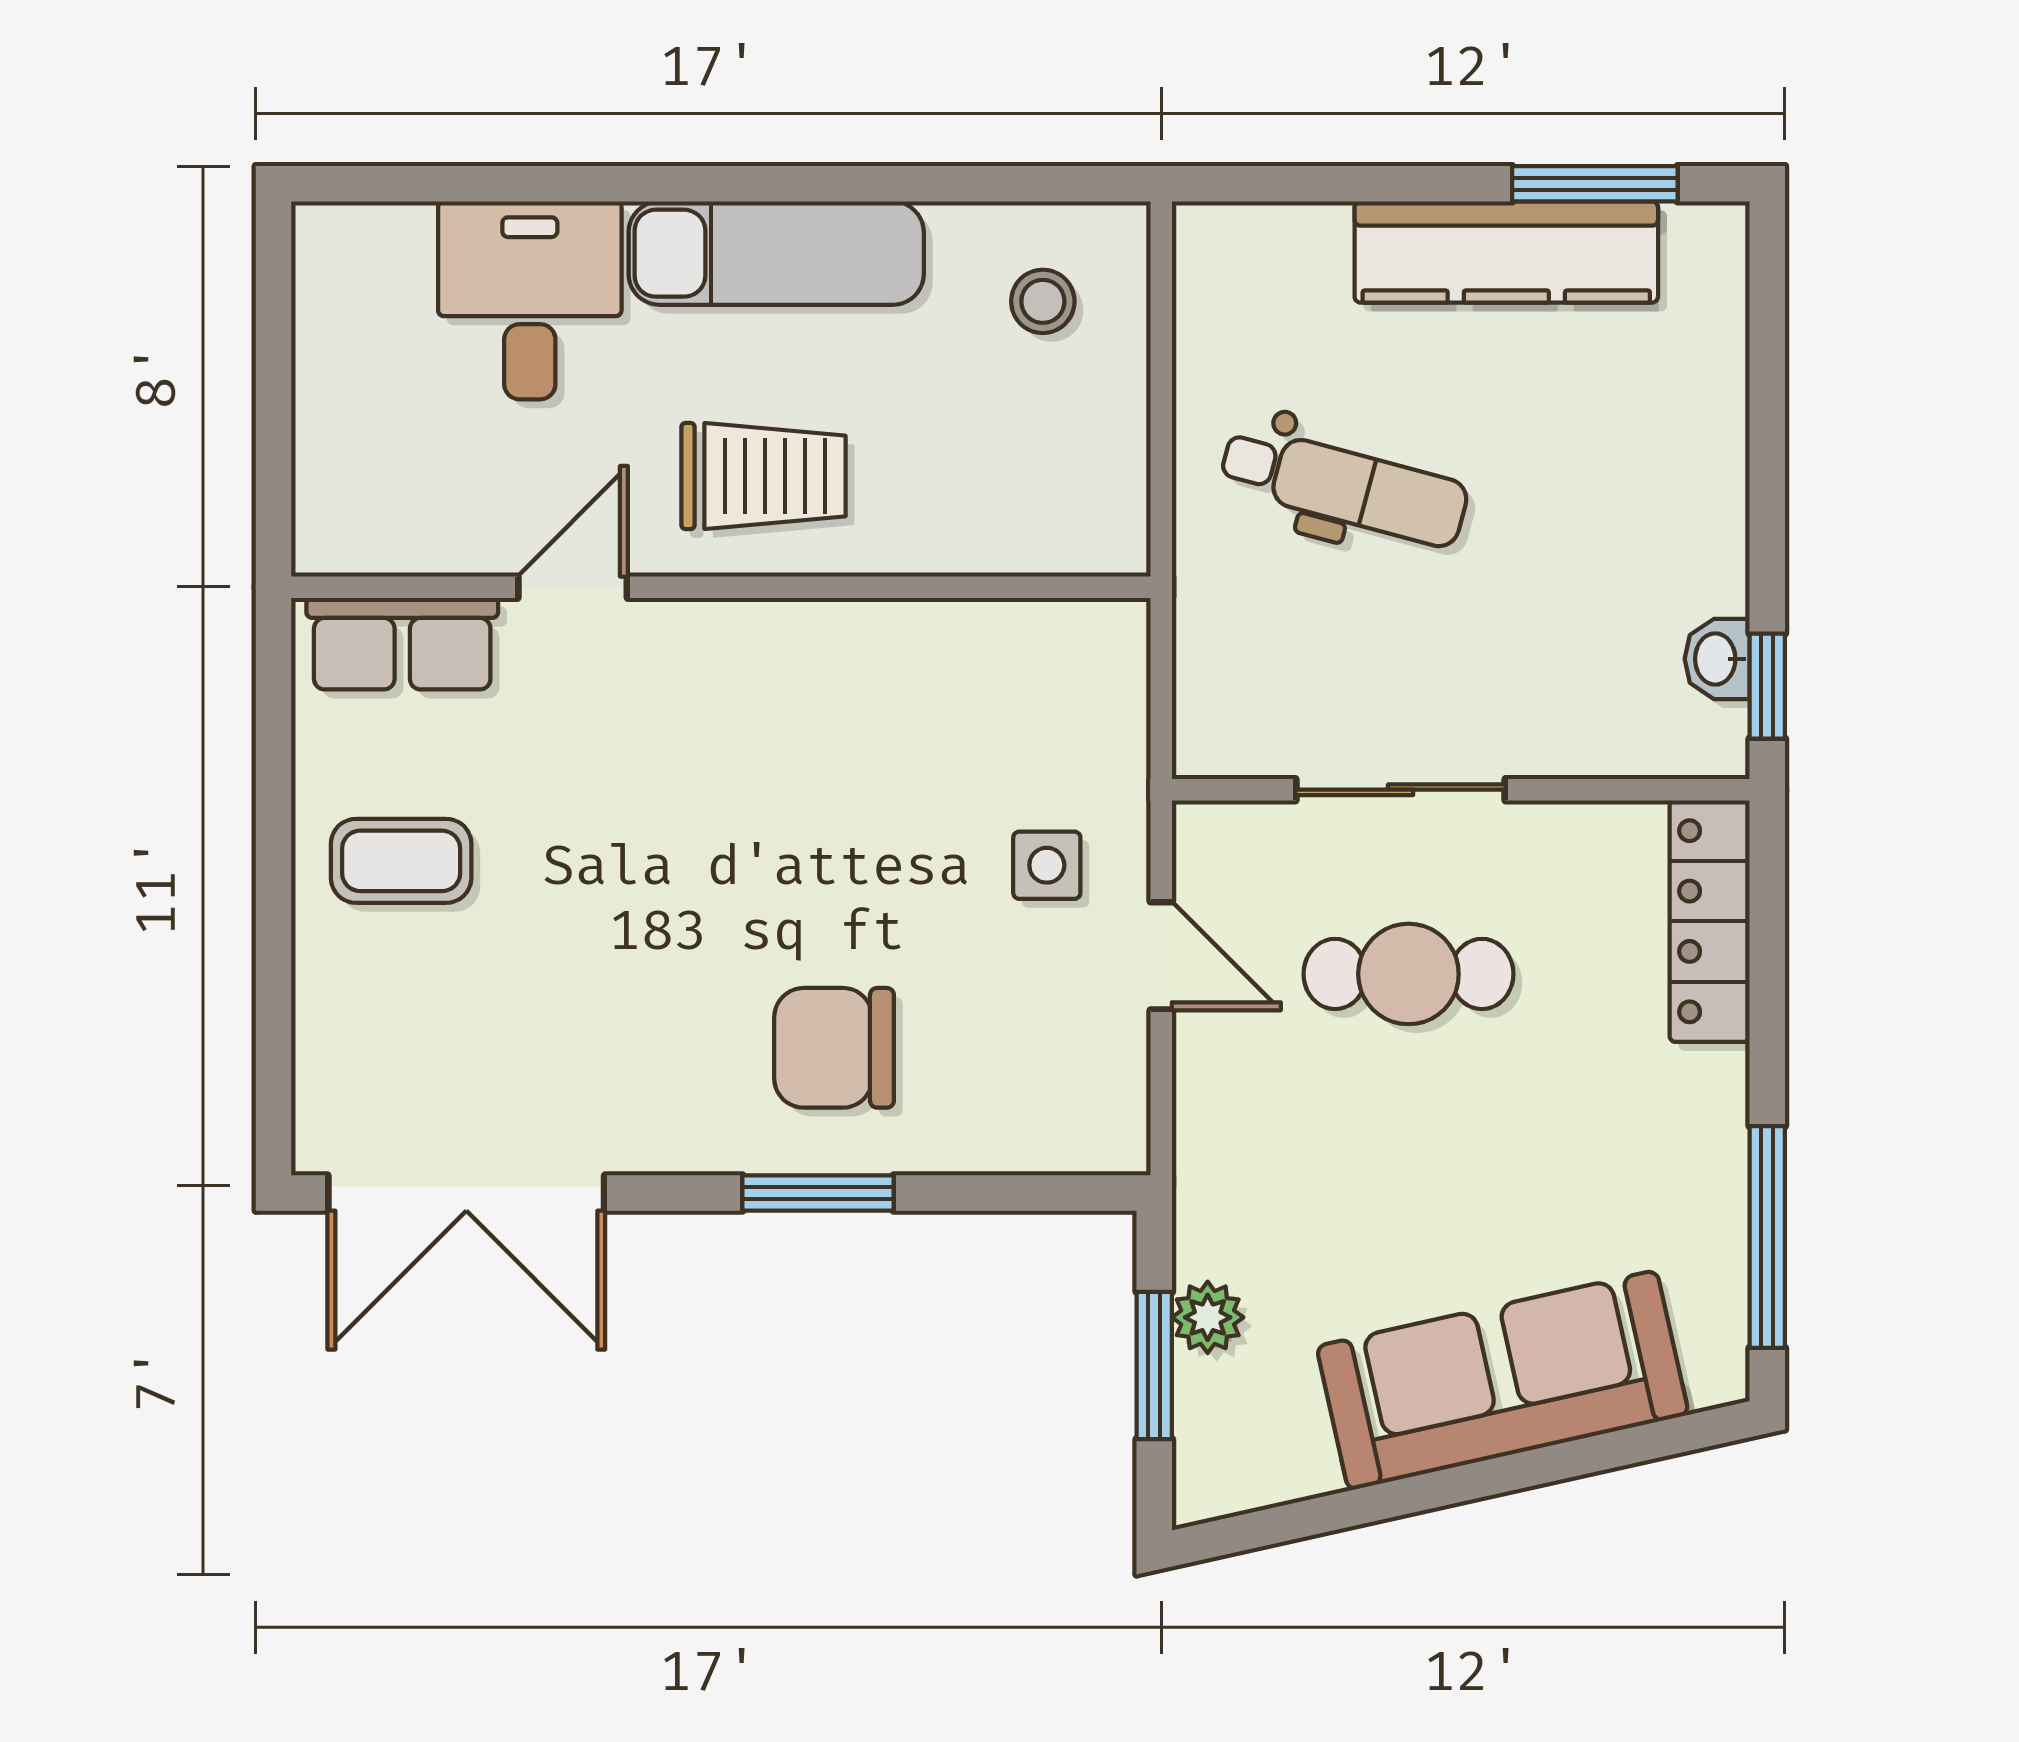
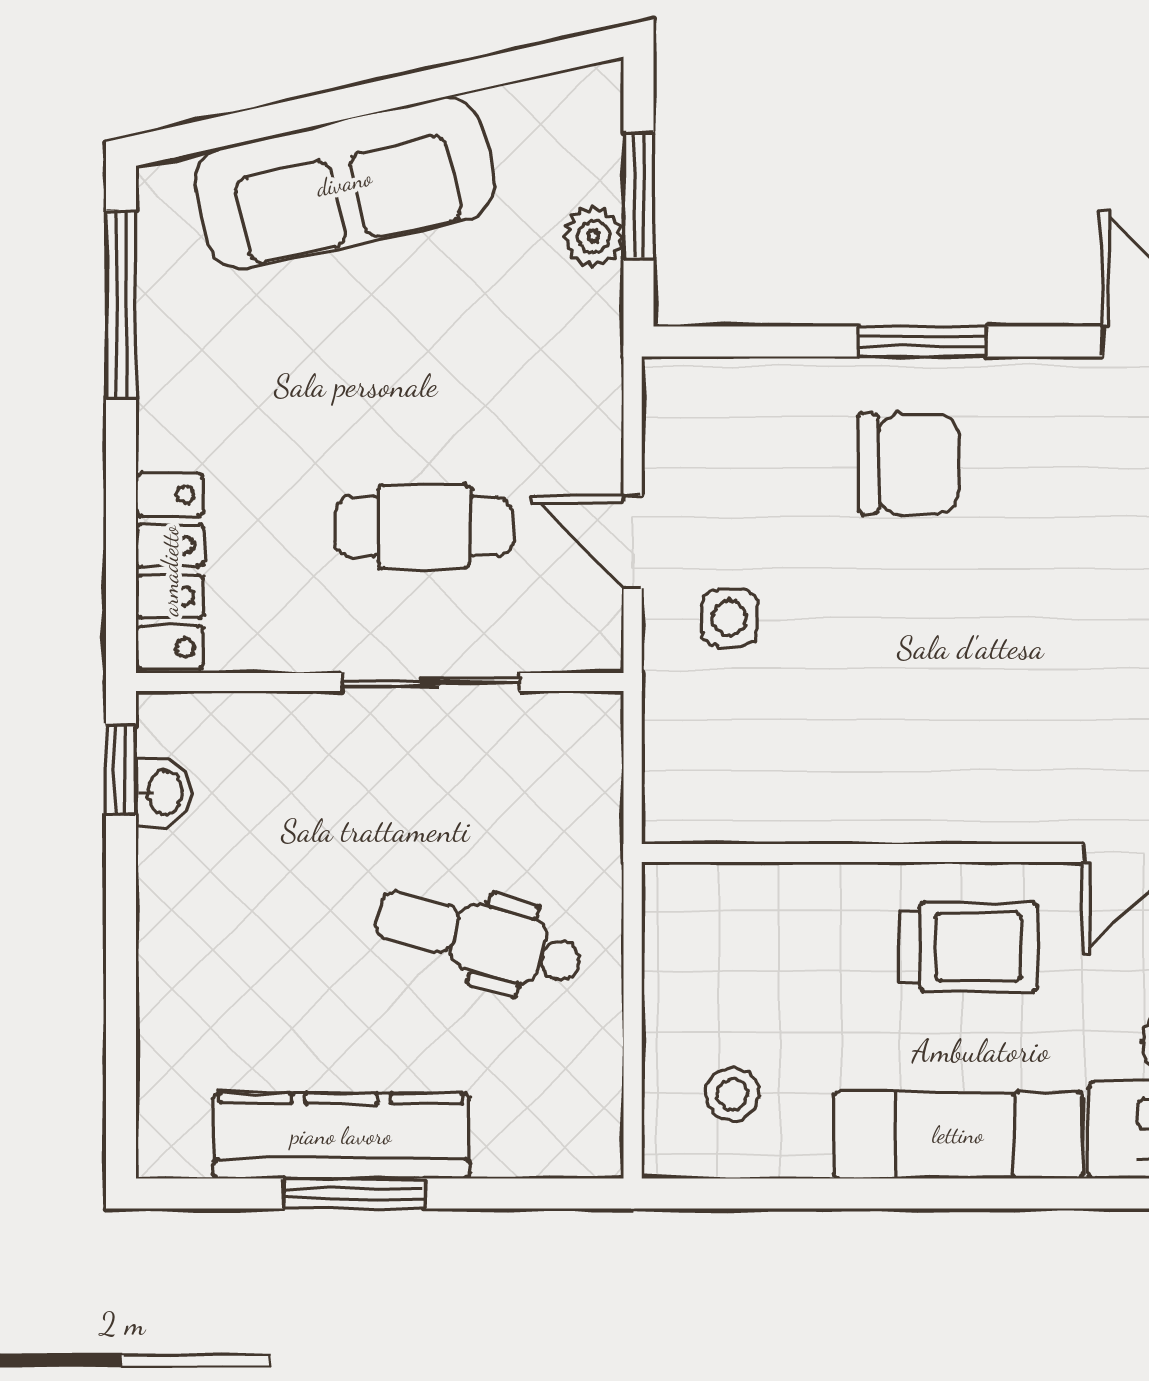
window: (1595, 184) -> (354, 1194), moved
trolley: (763, 476) -> (969, 947), turned 180

